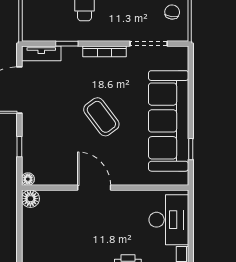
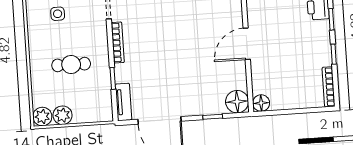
coffee table: (101, 117) -> (180, 41), removed
floor lamp: (28, 179) -> (237, 102), width x1.89, depth x1.89

